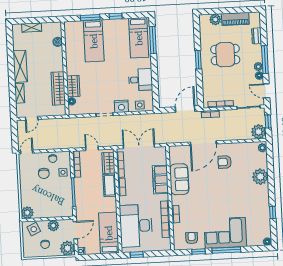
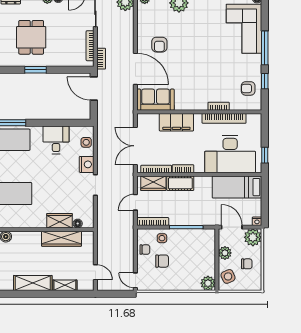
sofa: (179, 179) -> (156, 100), moved
corner sofa: (225, 233) -> (244, 29), moved

